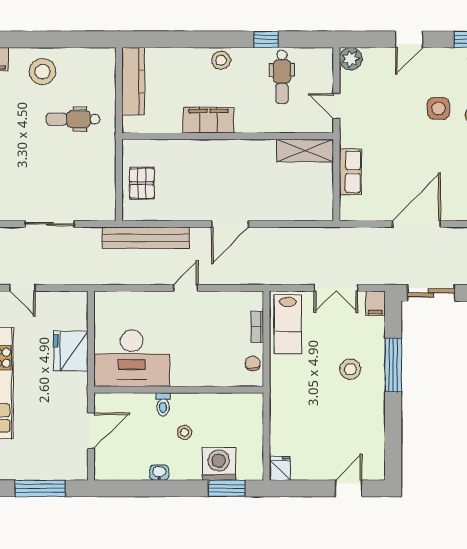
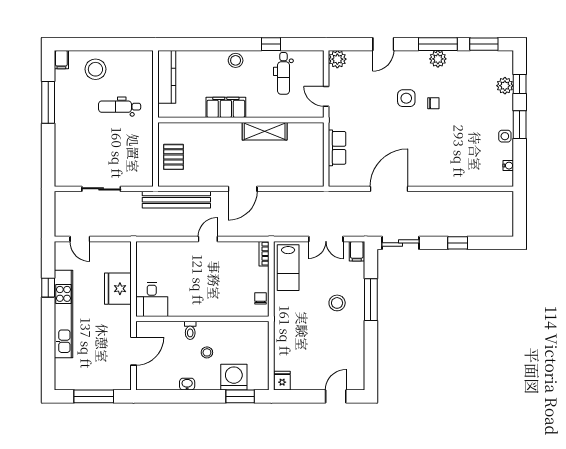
shelving: (305, 151) -> (265, 131), moved
bookcase: (257, 327) -> (264, 254), moved
desk: (132, 358) -> (152, 299), width x0.53, depth x0.77

